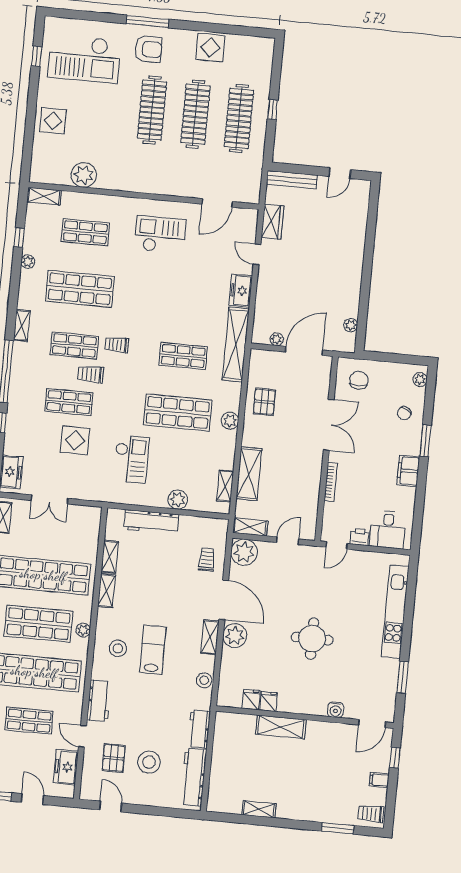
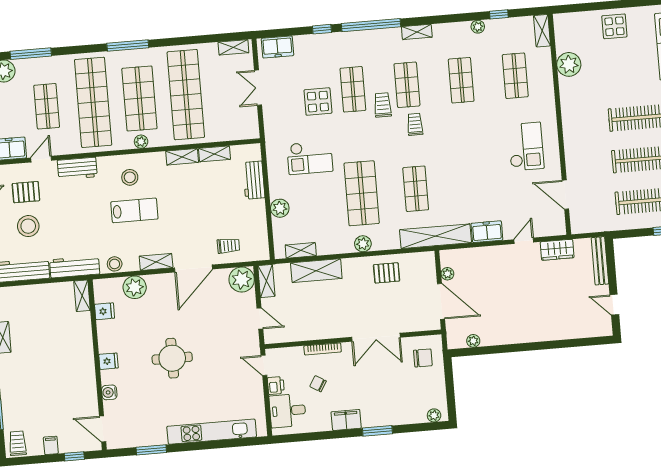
shop shelf: (80, 289) -> (461, 80), width x0.70, depth x0.74
chair: (404, 413) -> (318, 384), moved
workbench: (151, 522) -> (254, 180), width x0.73
plant: (235, 636) -> (135, 287), moved
fridge: (269, 701) -> (108, 361), moved
shelving: (281, 727) -> (82, 296), moved, width x0.67, depth x0.75
workbench: (199, 729) -> (75, 267), width x1.38

